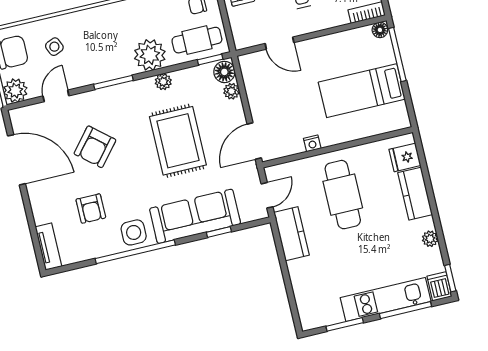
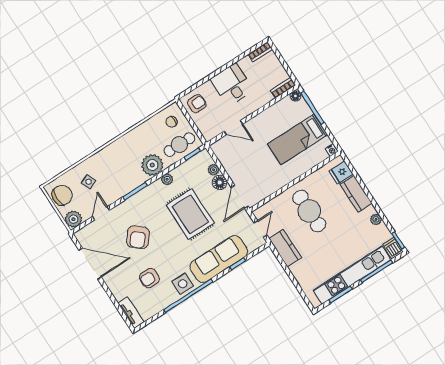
floor lamp: (224, 72) -> (220, 182), moved
nightstand: (312, 143) -> (332, 150), moved
armchair: (91, 209) -> (149, 278), turned 90
kitchen unit: (386, 299) -> (352, 275), width x1.36

